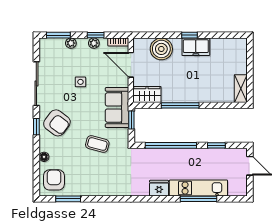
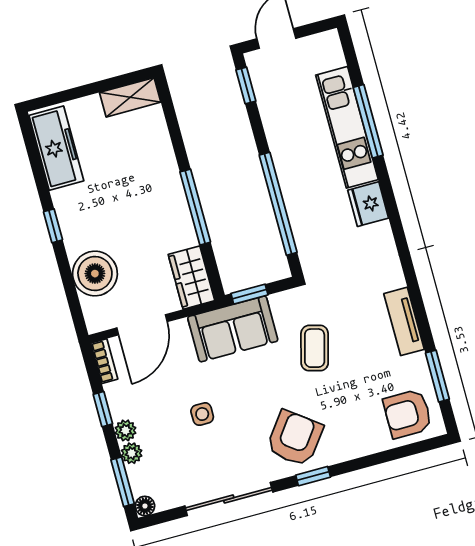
plant: (94, 43) -> (126, 430), moved
freezer: (196, 47) -> (56, 148), moved, width x1.40
window: (216, 145) -> (246, 86), moved
floor lamp: (44, 157) -> (145, 506), moved
tv unit: (98, 190) -> (404, 321), added

